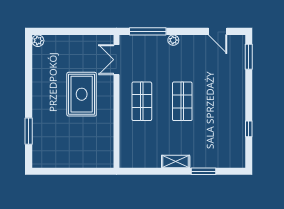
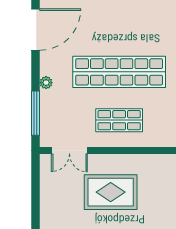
door: (218, 31) -> (36, 30), width x1.87
shop shelf: (182, 101) -> (119, 72), width x2.00, depth x1.36

